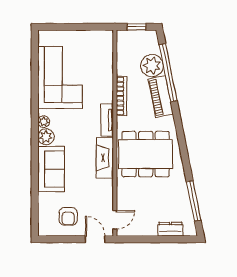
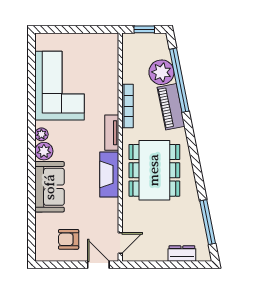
dining table: (146, 154) -> (154, 170), turned 90
armchair: (68, 216) -> (69, 239), turned 90

